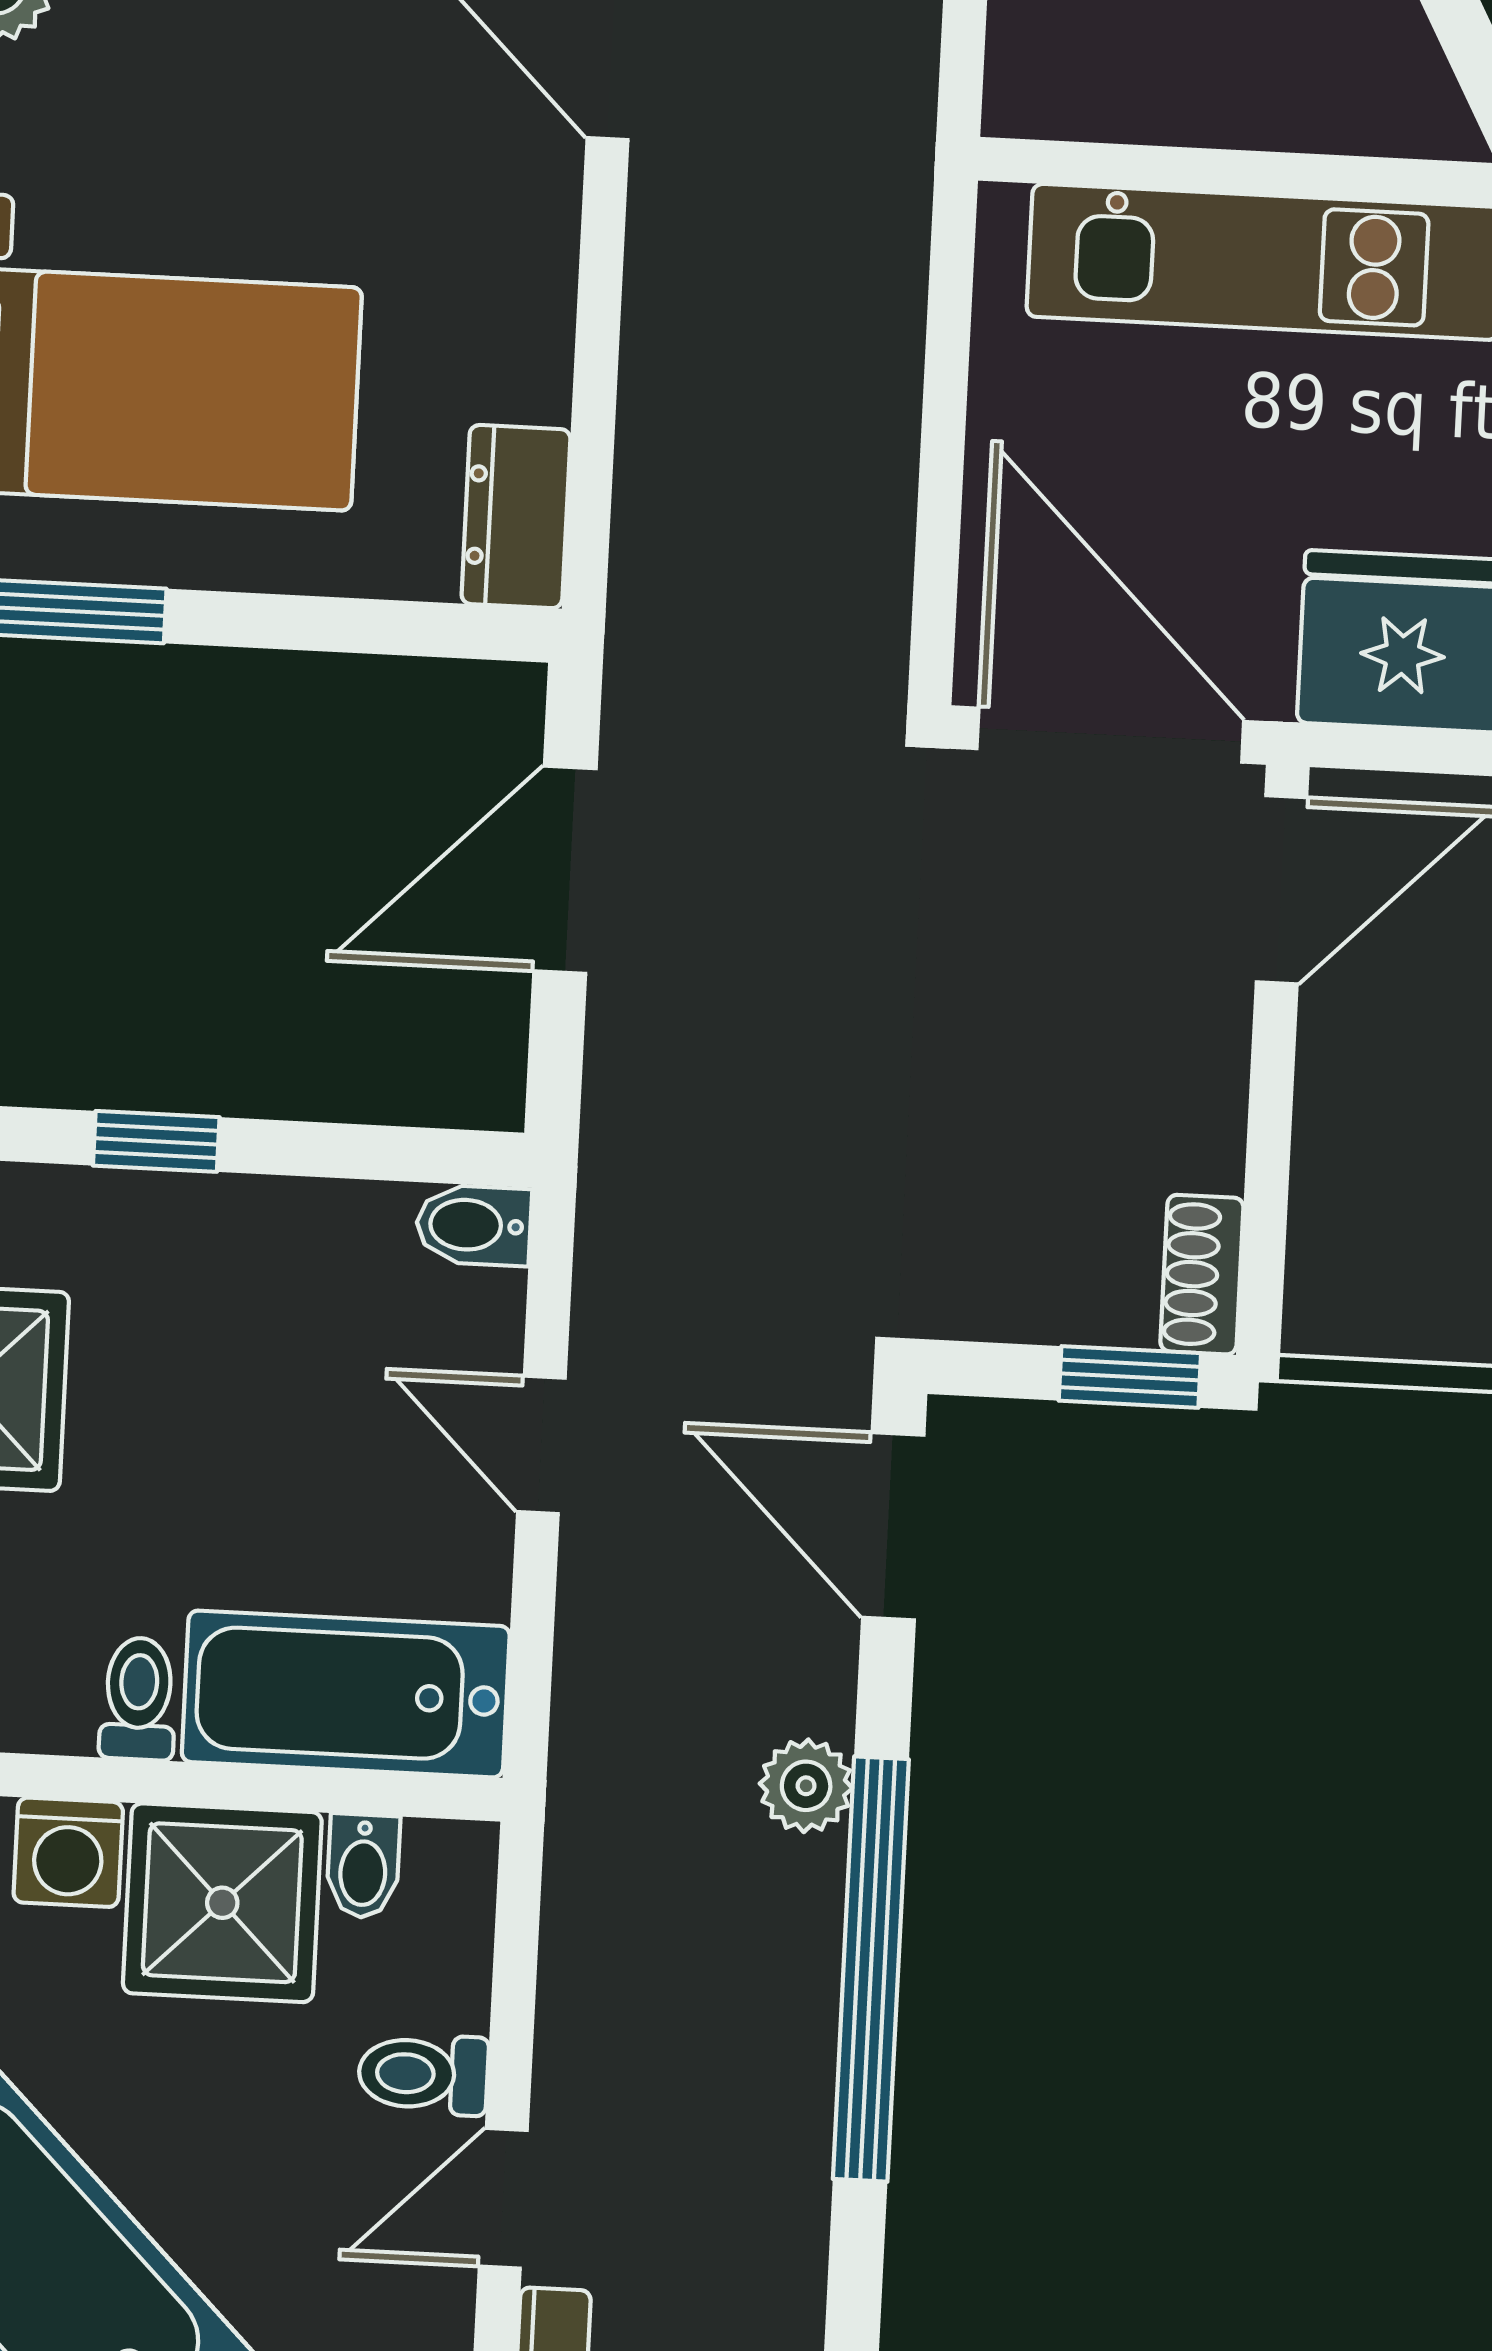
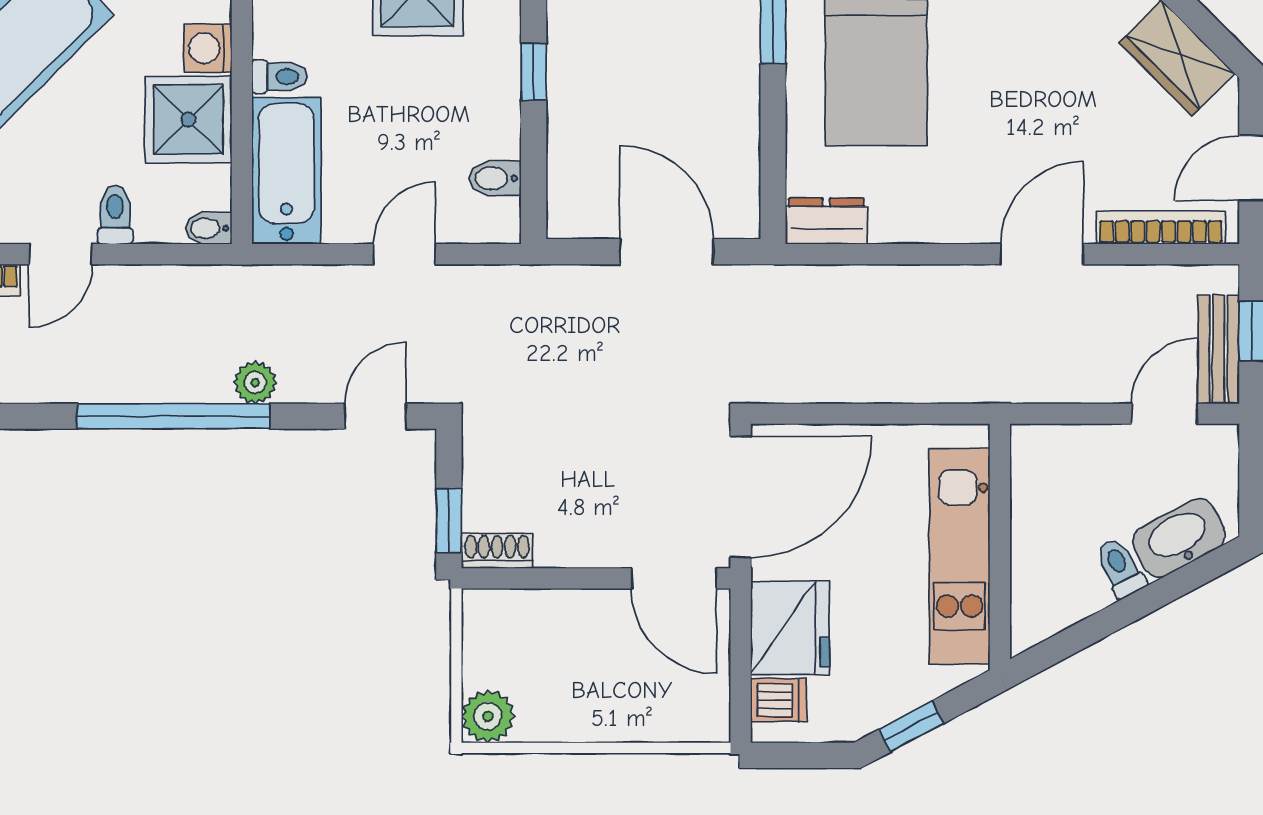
bidet: (474, 1225) -> (495, 178), moved, turned -90
door: (893, 1526) -> (375, 416), width x0.73
bidet: (363, 1866) -> (208, 228), moved
door: (503, 2198) -> (60, 254), swing flipped

